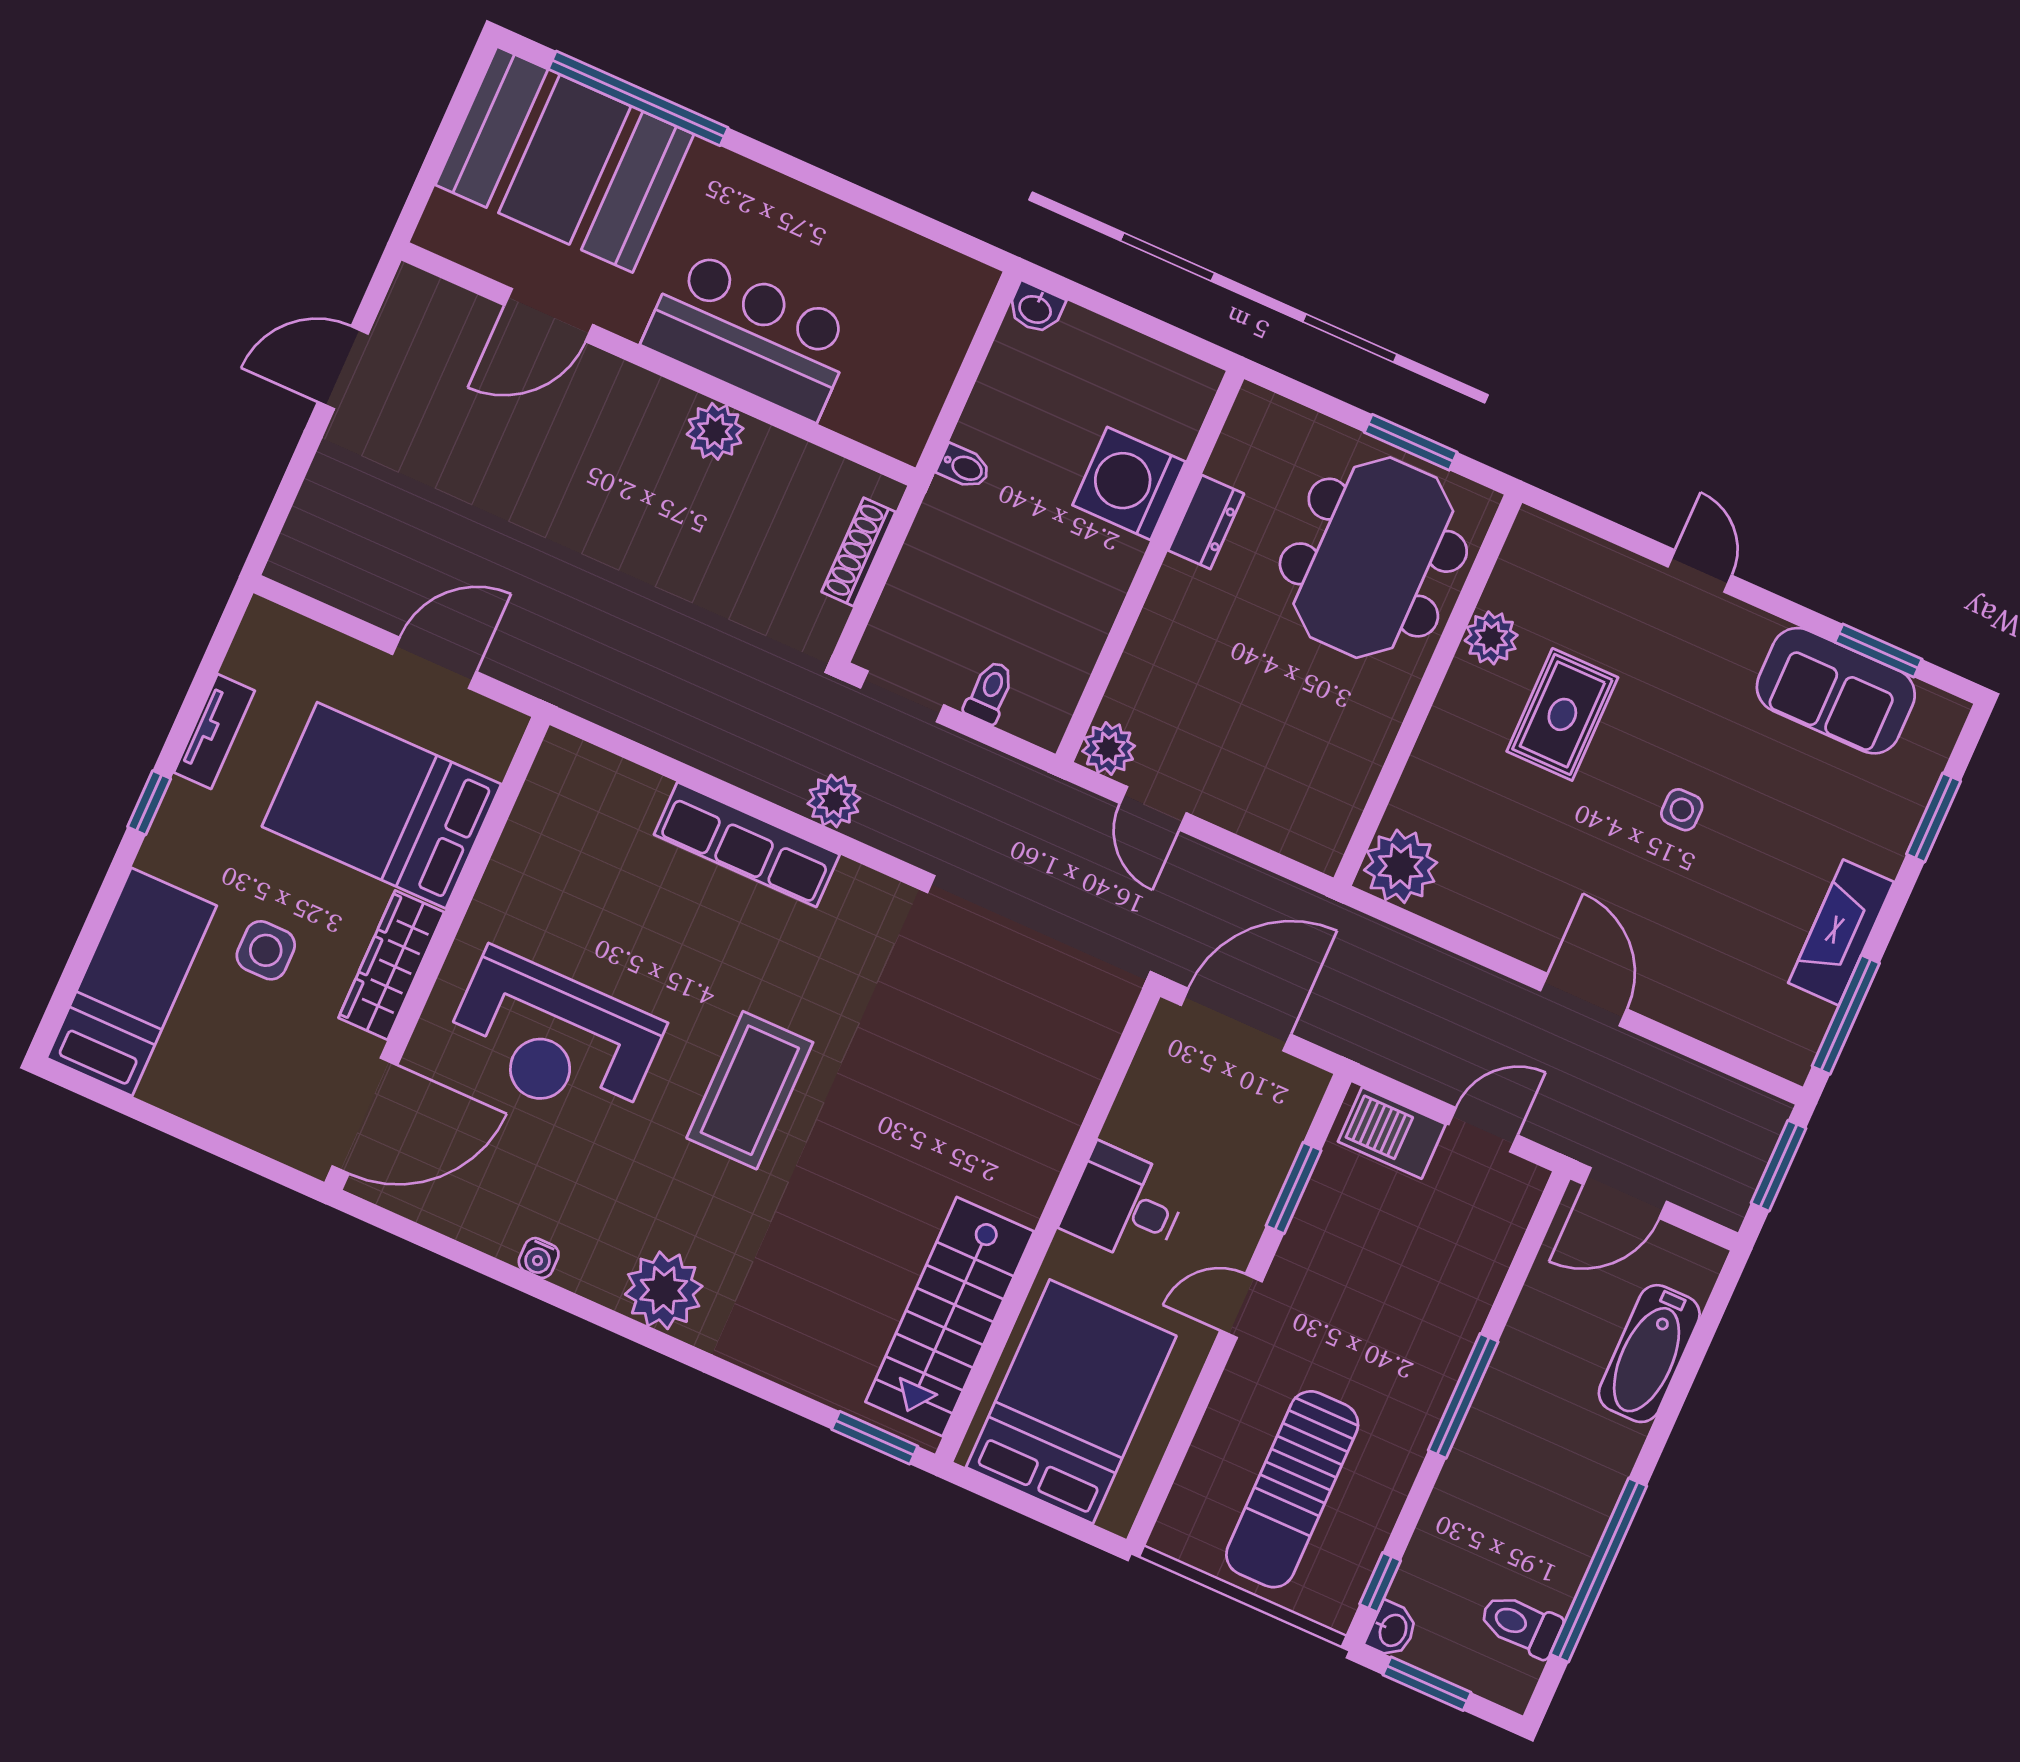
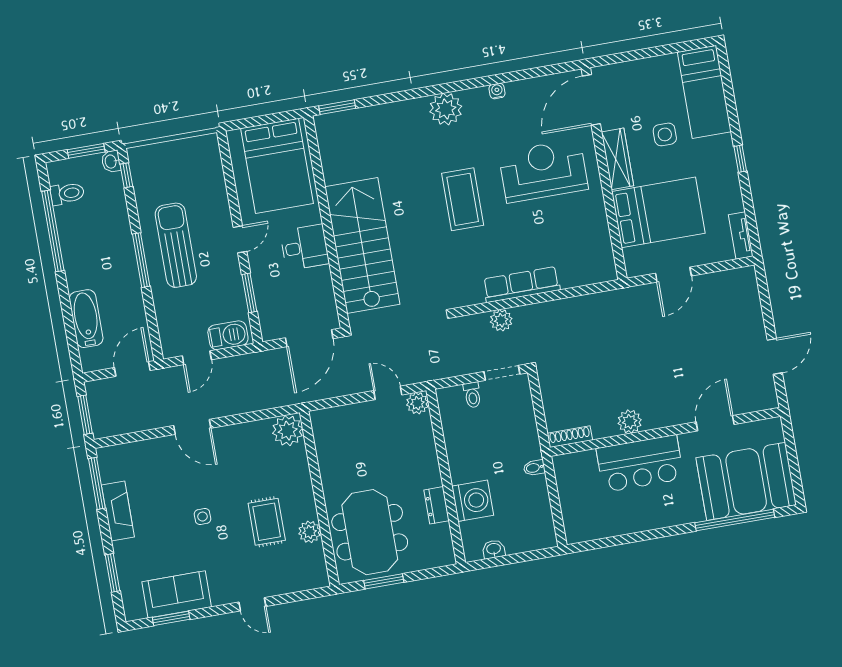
washbasin: (1036, 308) -> (494, 549), moved
shoe rack: (859, 552) -> (570, 437), moved, turned -90
tv unit: (214, 731) -> (741, 236), moved
stairs: (950, 1317) -> (362, 246), moved, width x1.36, depth x1.51
sun lounger: (1292, 1489) -> (176, 245), moved

